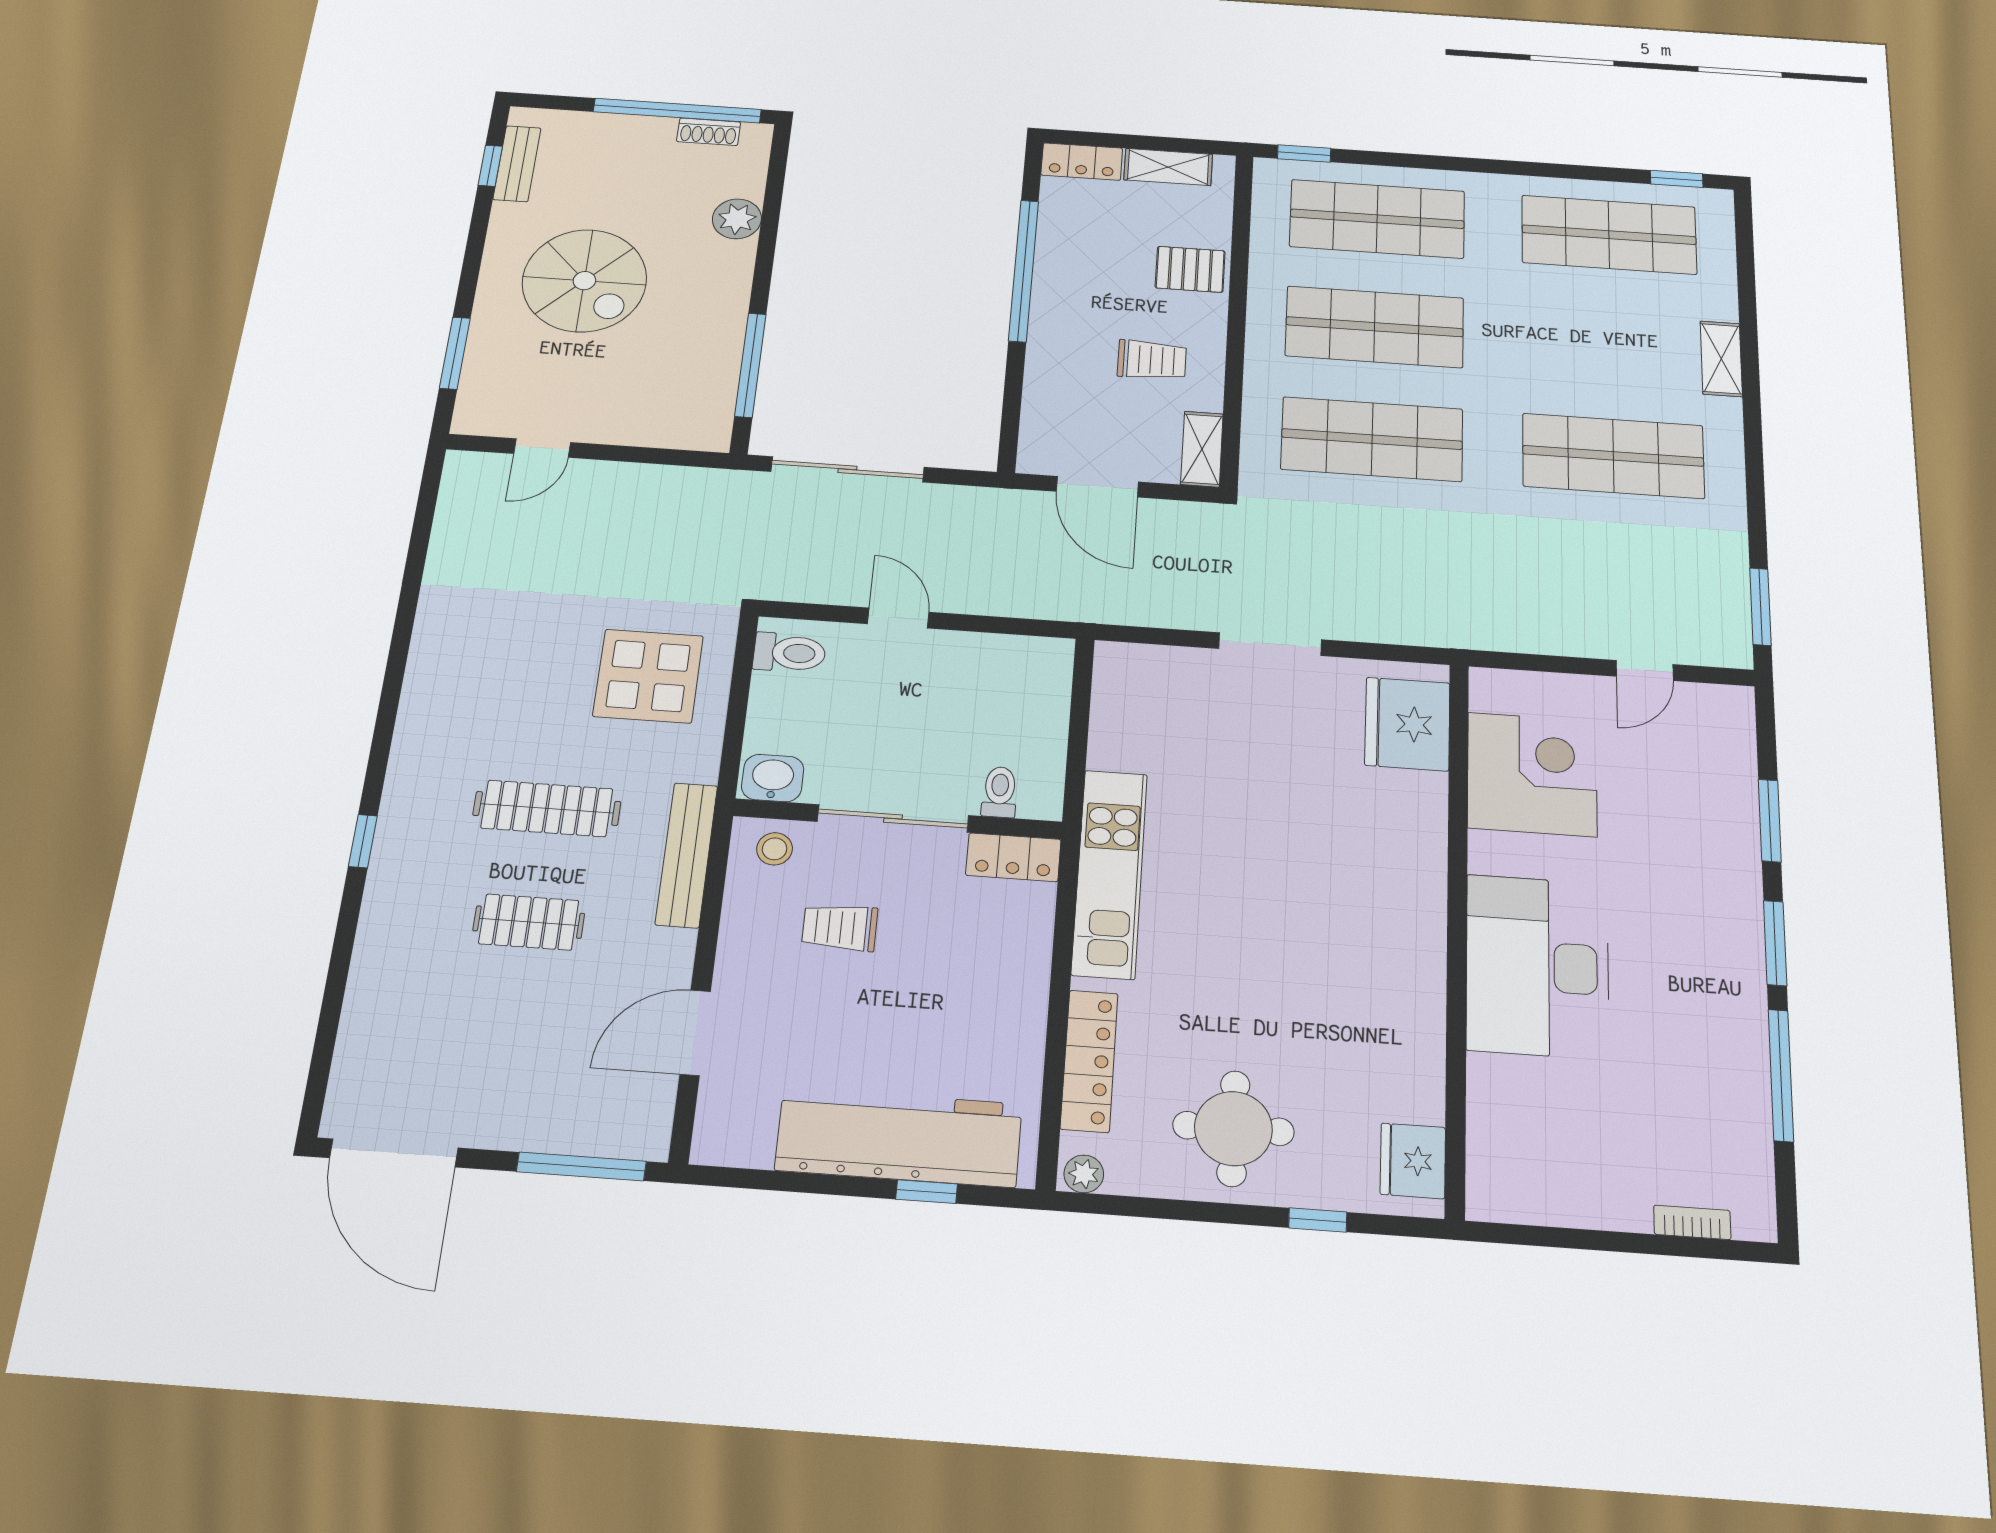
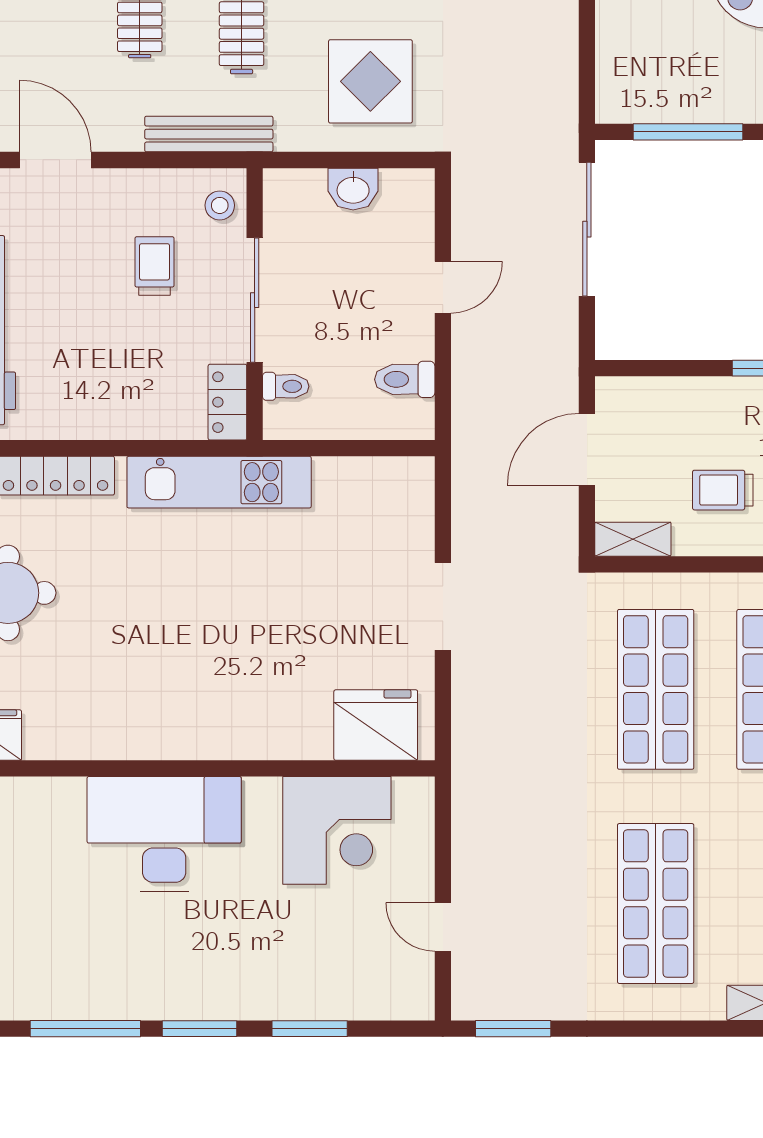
trolley: (1152, 360) -> (723, 490), turned 90
toilet: (789, 653) -> (405, 379), moved, turned 90
washbasin: (773, 778) -> (353, 189), moved, turned 90

